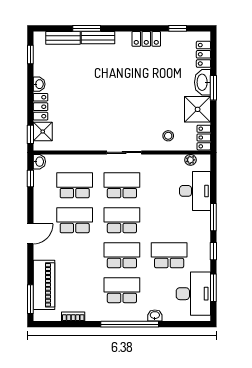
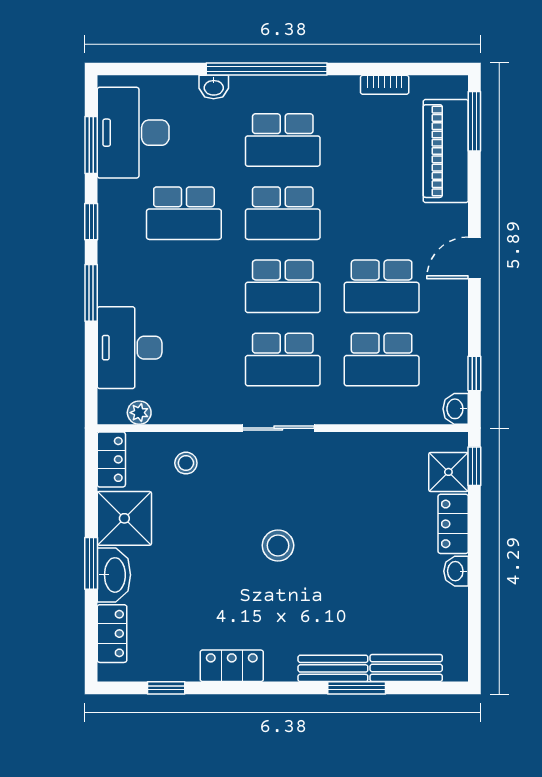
window: (30, 54) -> (474, 633), removed
stool: (124, 96) -> (278, 545), added

